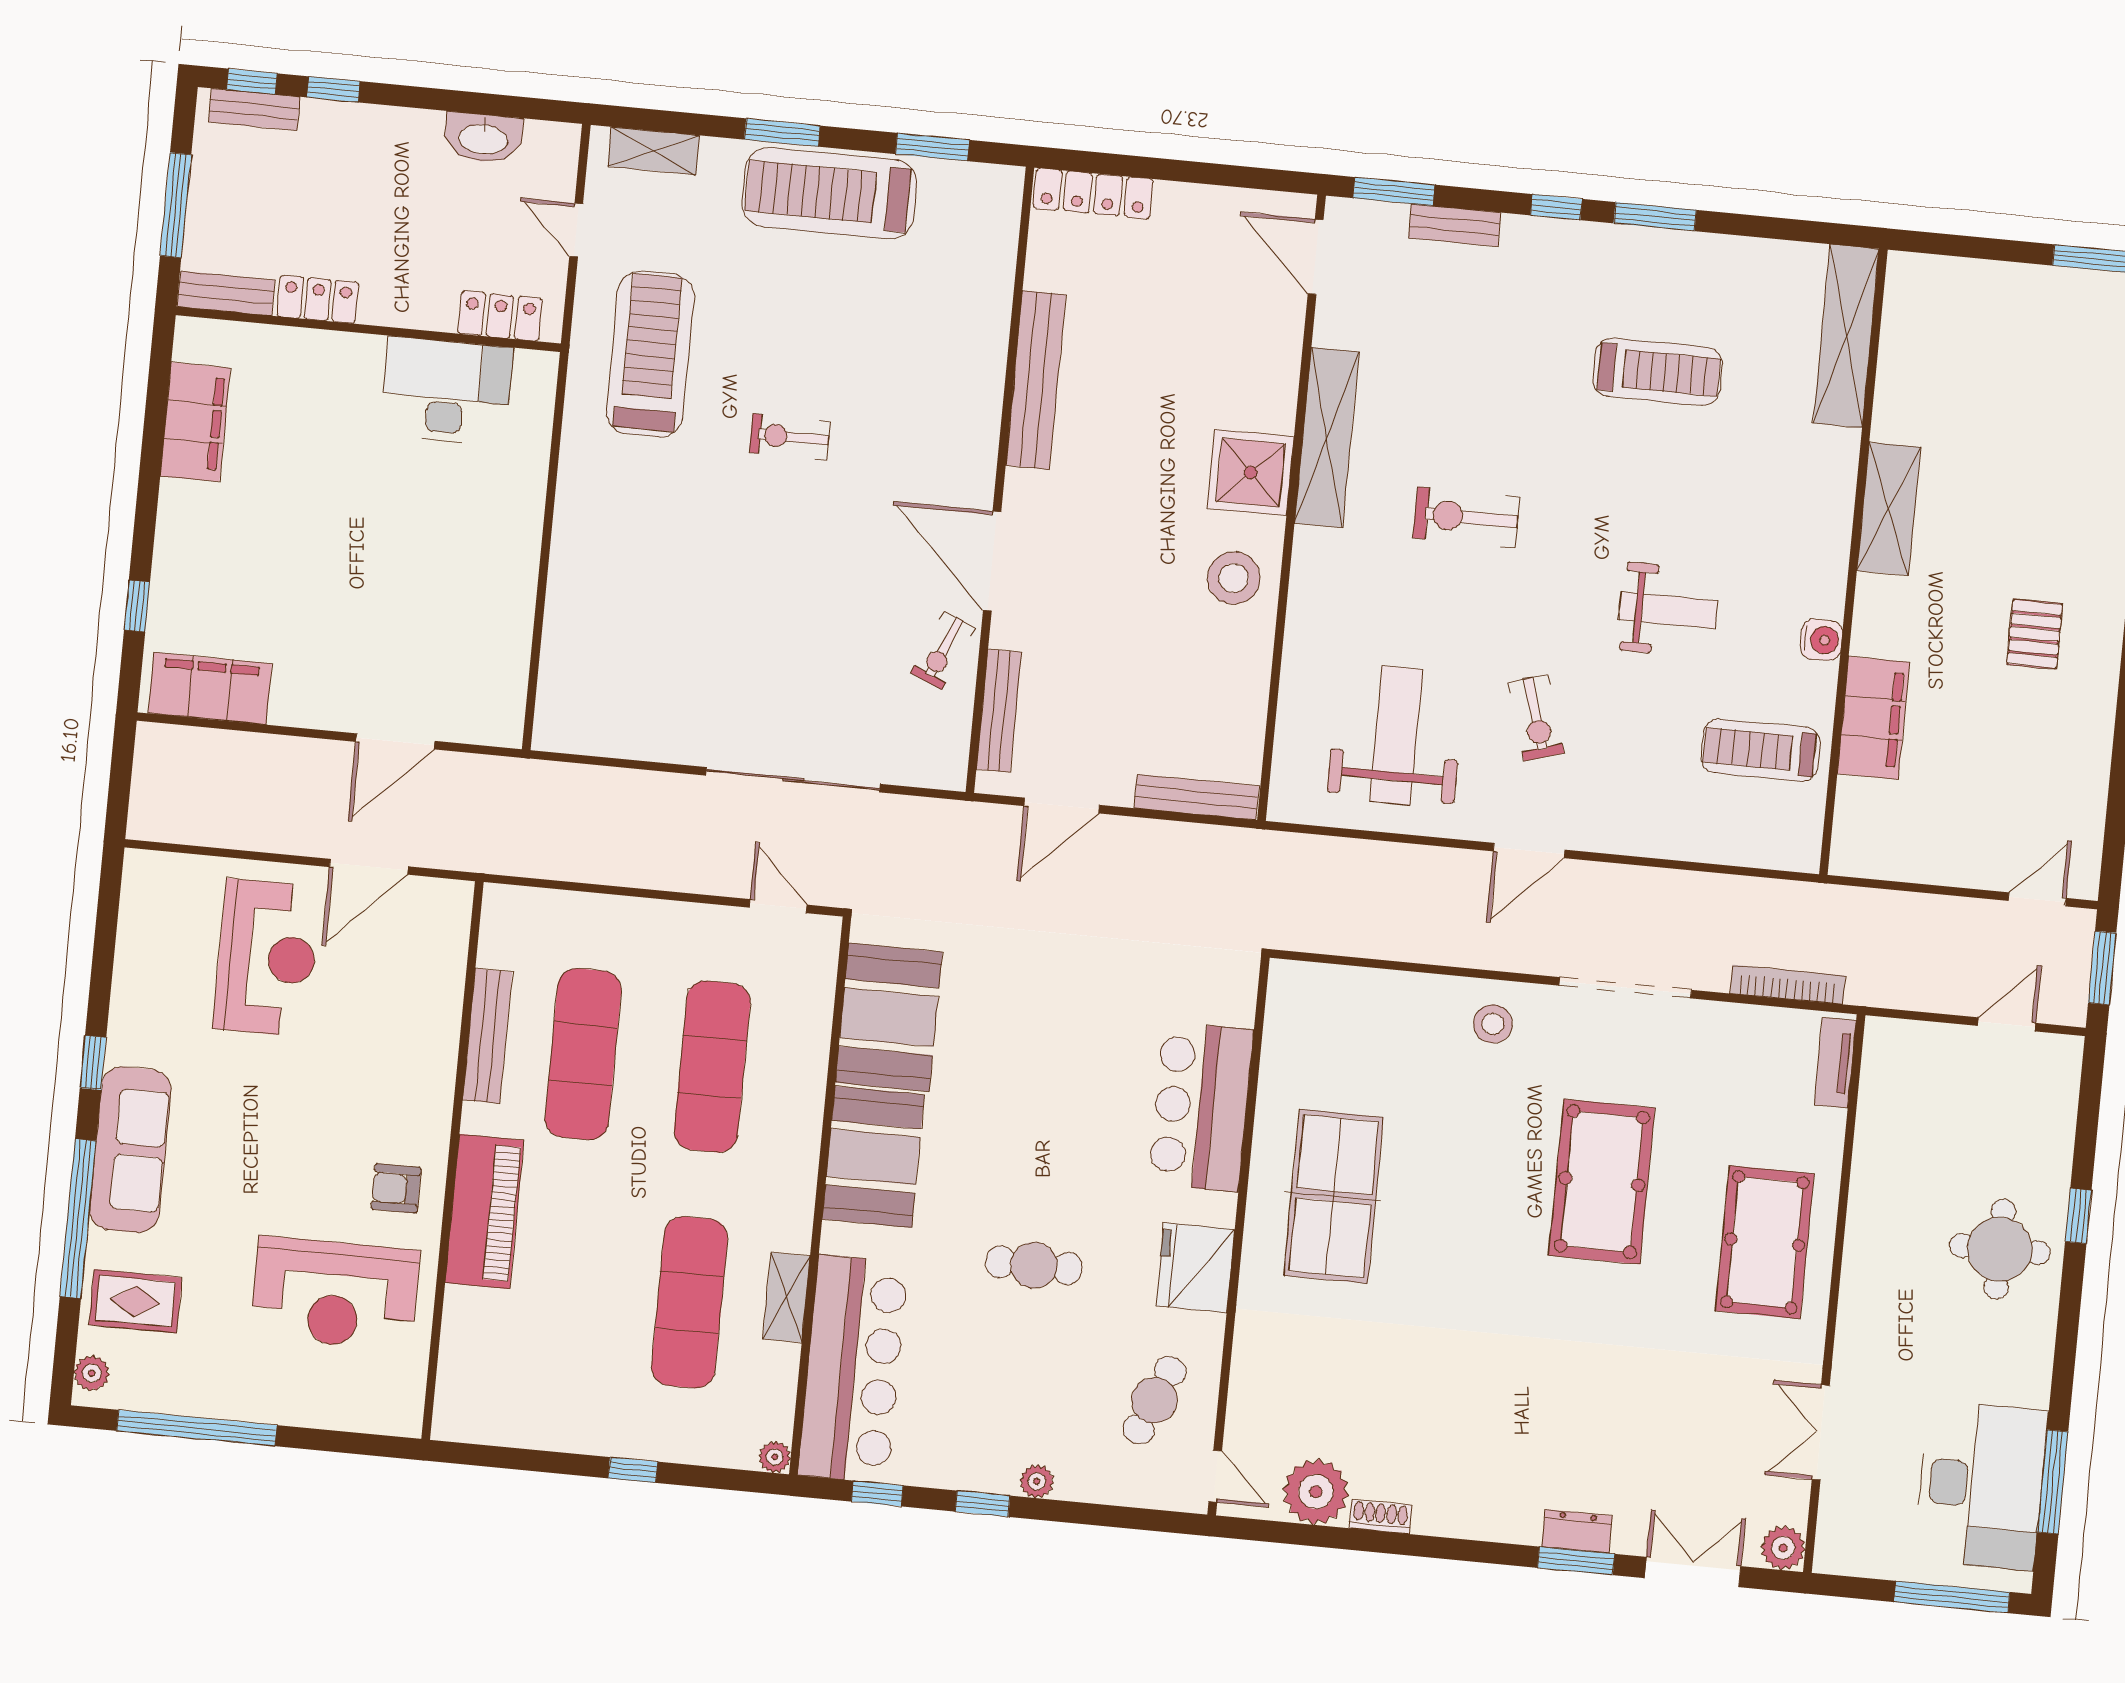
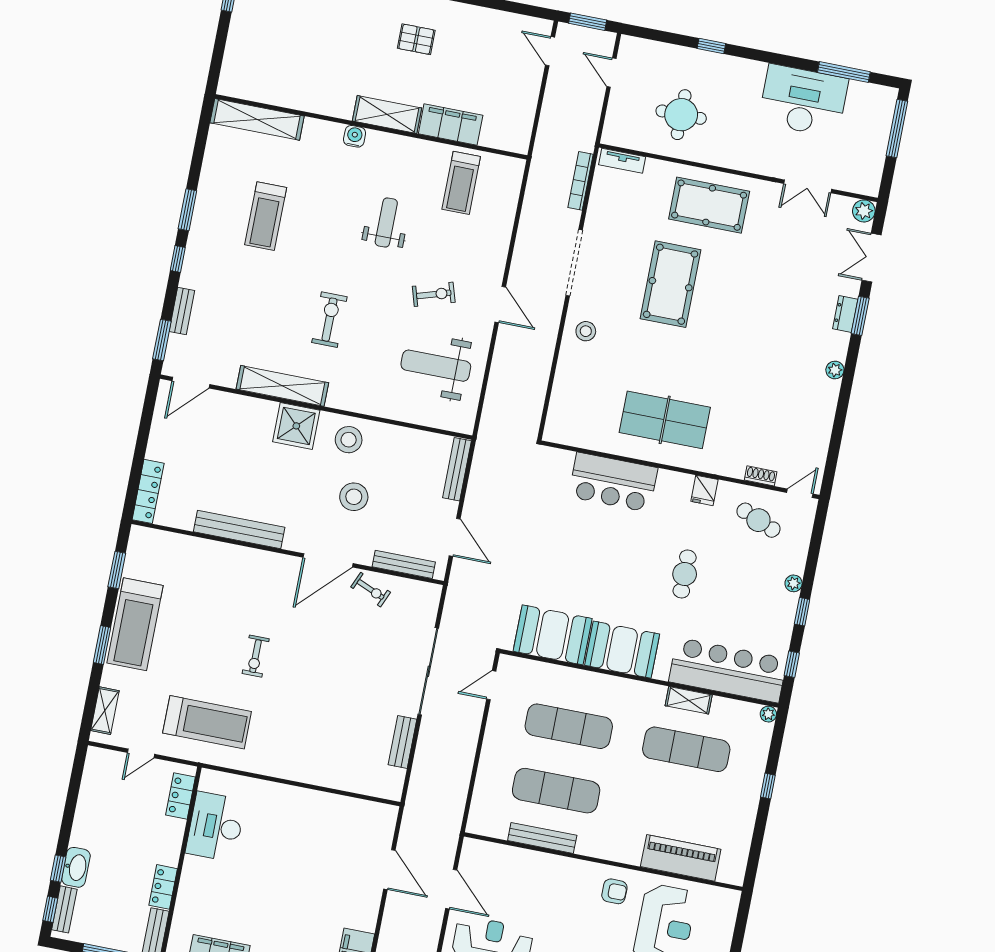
washbasin: (483, 138) -> (76, 867), moved
treadmill: (650, 354) -> (207, 722), turned 180
treadmill: (1658, 372) -> (266, 216), turned 180
shelving: (1889, 509) -> (387, 115), moved
exercise bike: (1466, 517) -> (329, 320), turned 180
stool: (1122, 599) -> (354, 497), added
water cooler: (1821, 640) -> (355, 136), moved
bench: (649, 742) -> (402, 742), added
pool table: (1602, 1182) -> (671, 284), turned 90
armchair: (396, 1188) -> (614, 891), turned -90
piano: (484, 1212) -> (681, 858), moved
round table: (2000, 1249) -> (681, 115), moved
fridge: (1195, 1268) -> (704, 490), width x0.53, depth x0.75
desk: (1981, 1485) -> (803, 101), moved
plant: (1316, 1492) -> (835, 370), moved, width x0.53, depth x0.53
shoe rack: (1380, 1517) -> (761, 476), moved, turned 90

